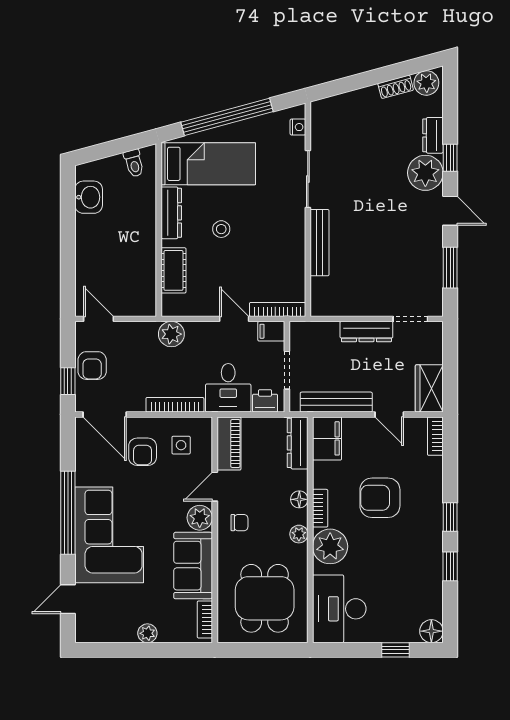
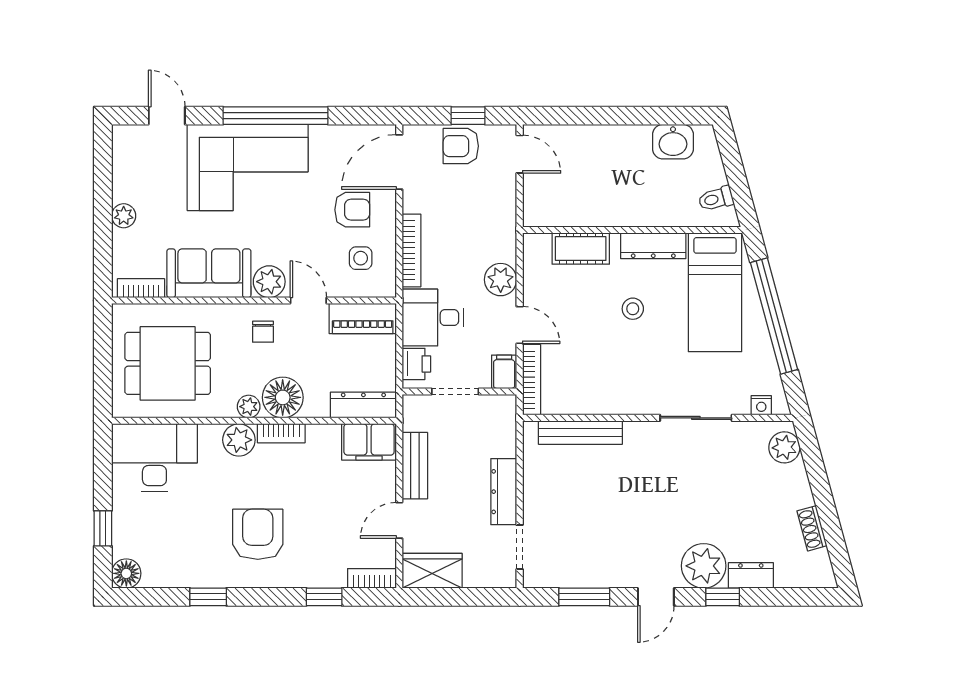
plant: (426, 83) -> (784, 447), moved
bench: (320, 243) -> (580, 433), moved
door: (99, 319) -> (520, 154), hinge flipped
door: (234, 319) -> (520, 325), hinge flipped
plant: (171, 334) -> (501, 280), moved
window: (68, 381) -> (468, 116), moved
bench: (336, 402) -> (415, 466), width x0.73
armchair: (143, 452) -> (352, 210), turned 180
armchair: (380, 498) -> (258, 534), moved
floor lamp: (299, 499) -> (283, 397), width x1.89, depth x1.89
window: (450, 517) -> (324, 597), moved
plant: (330, 546) -> (239, 440), width x0.73, depth x0.73

